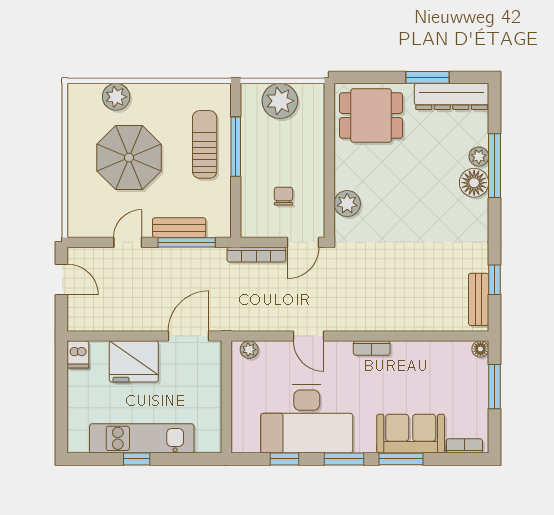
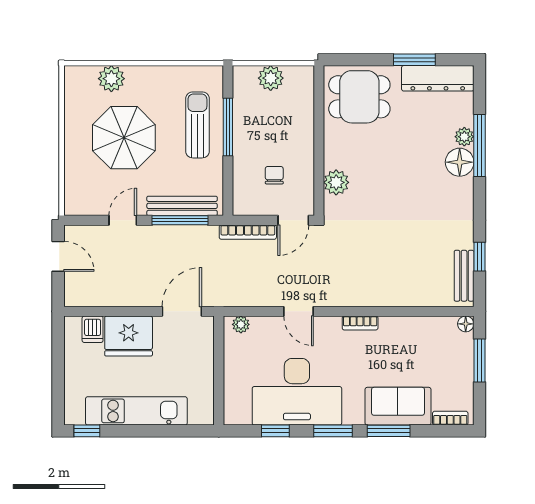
plant: (280, 101) -> (271, 78), width x0.73, depth x0.73
bench: (179, 228) -> (182, 206), width x1.36
dishwasher: (78, 354) -> (93, 329), moved
window: (137, 459) -> (87, 431), moved

